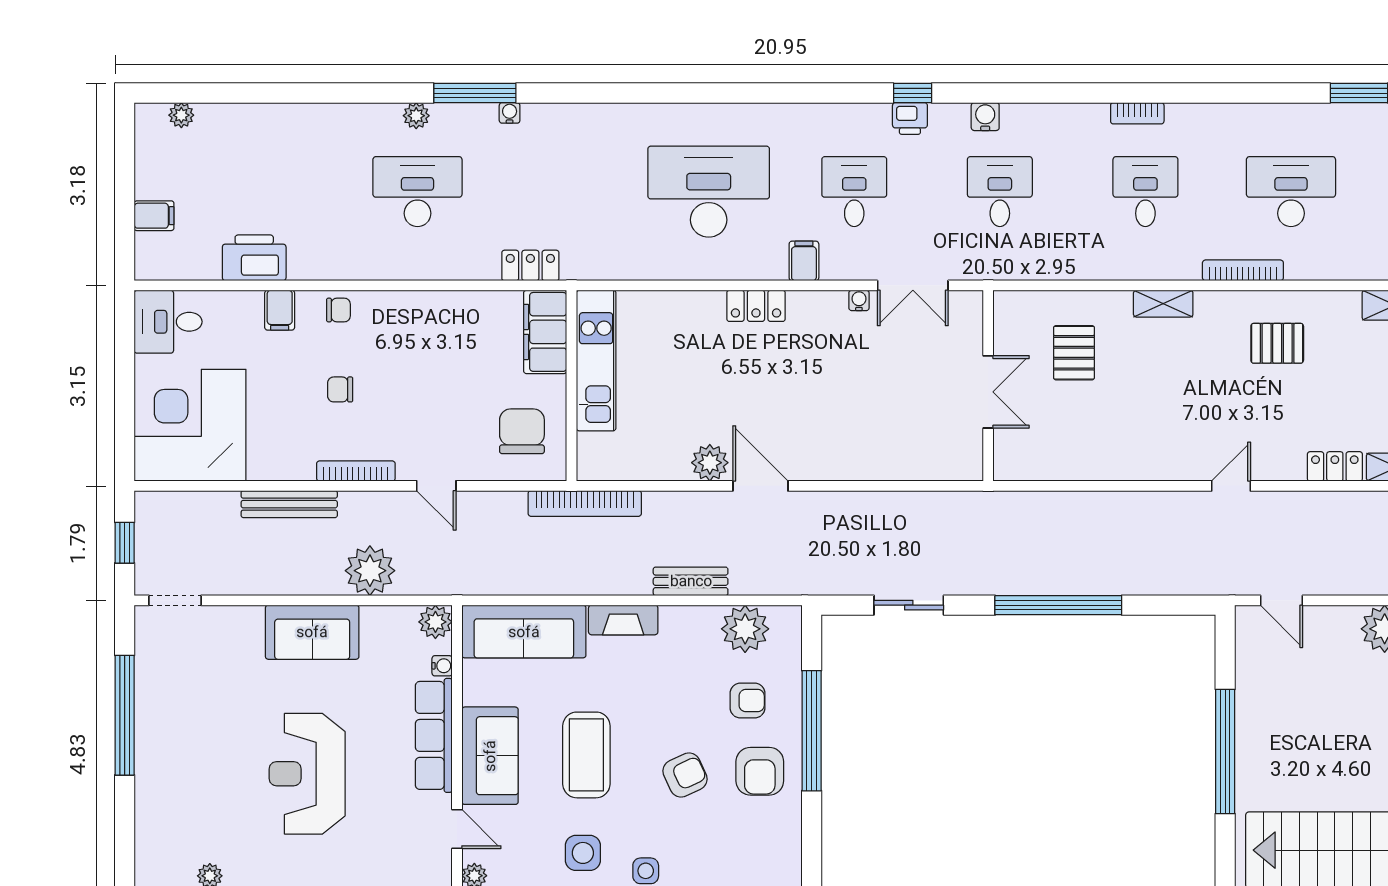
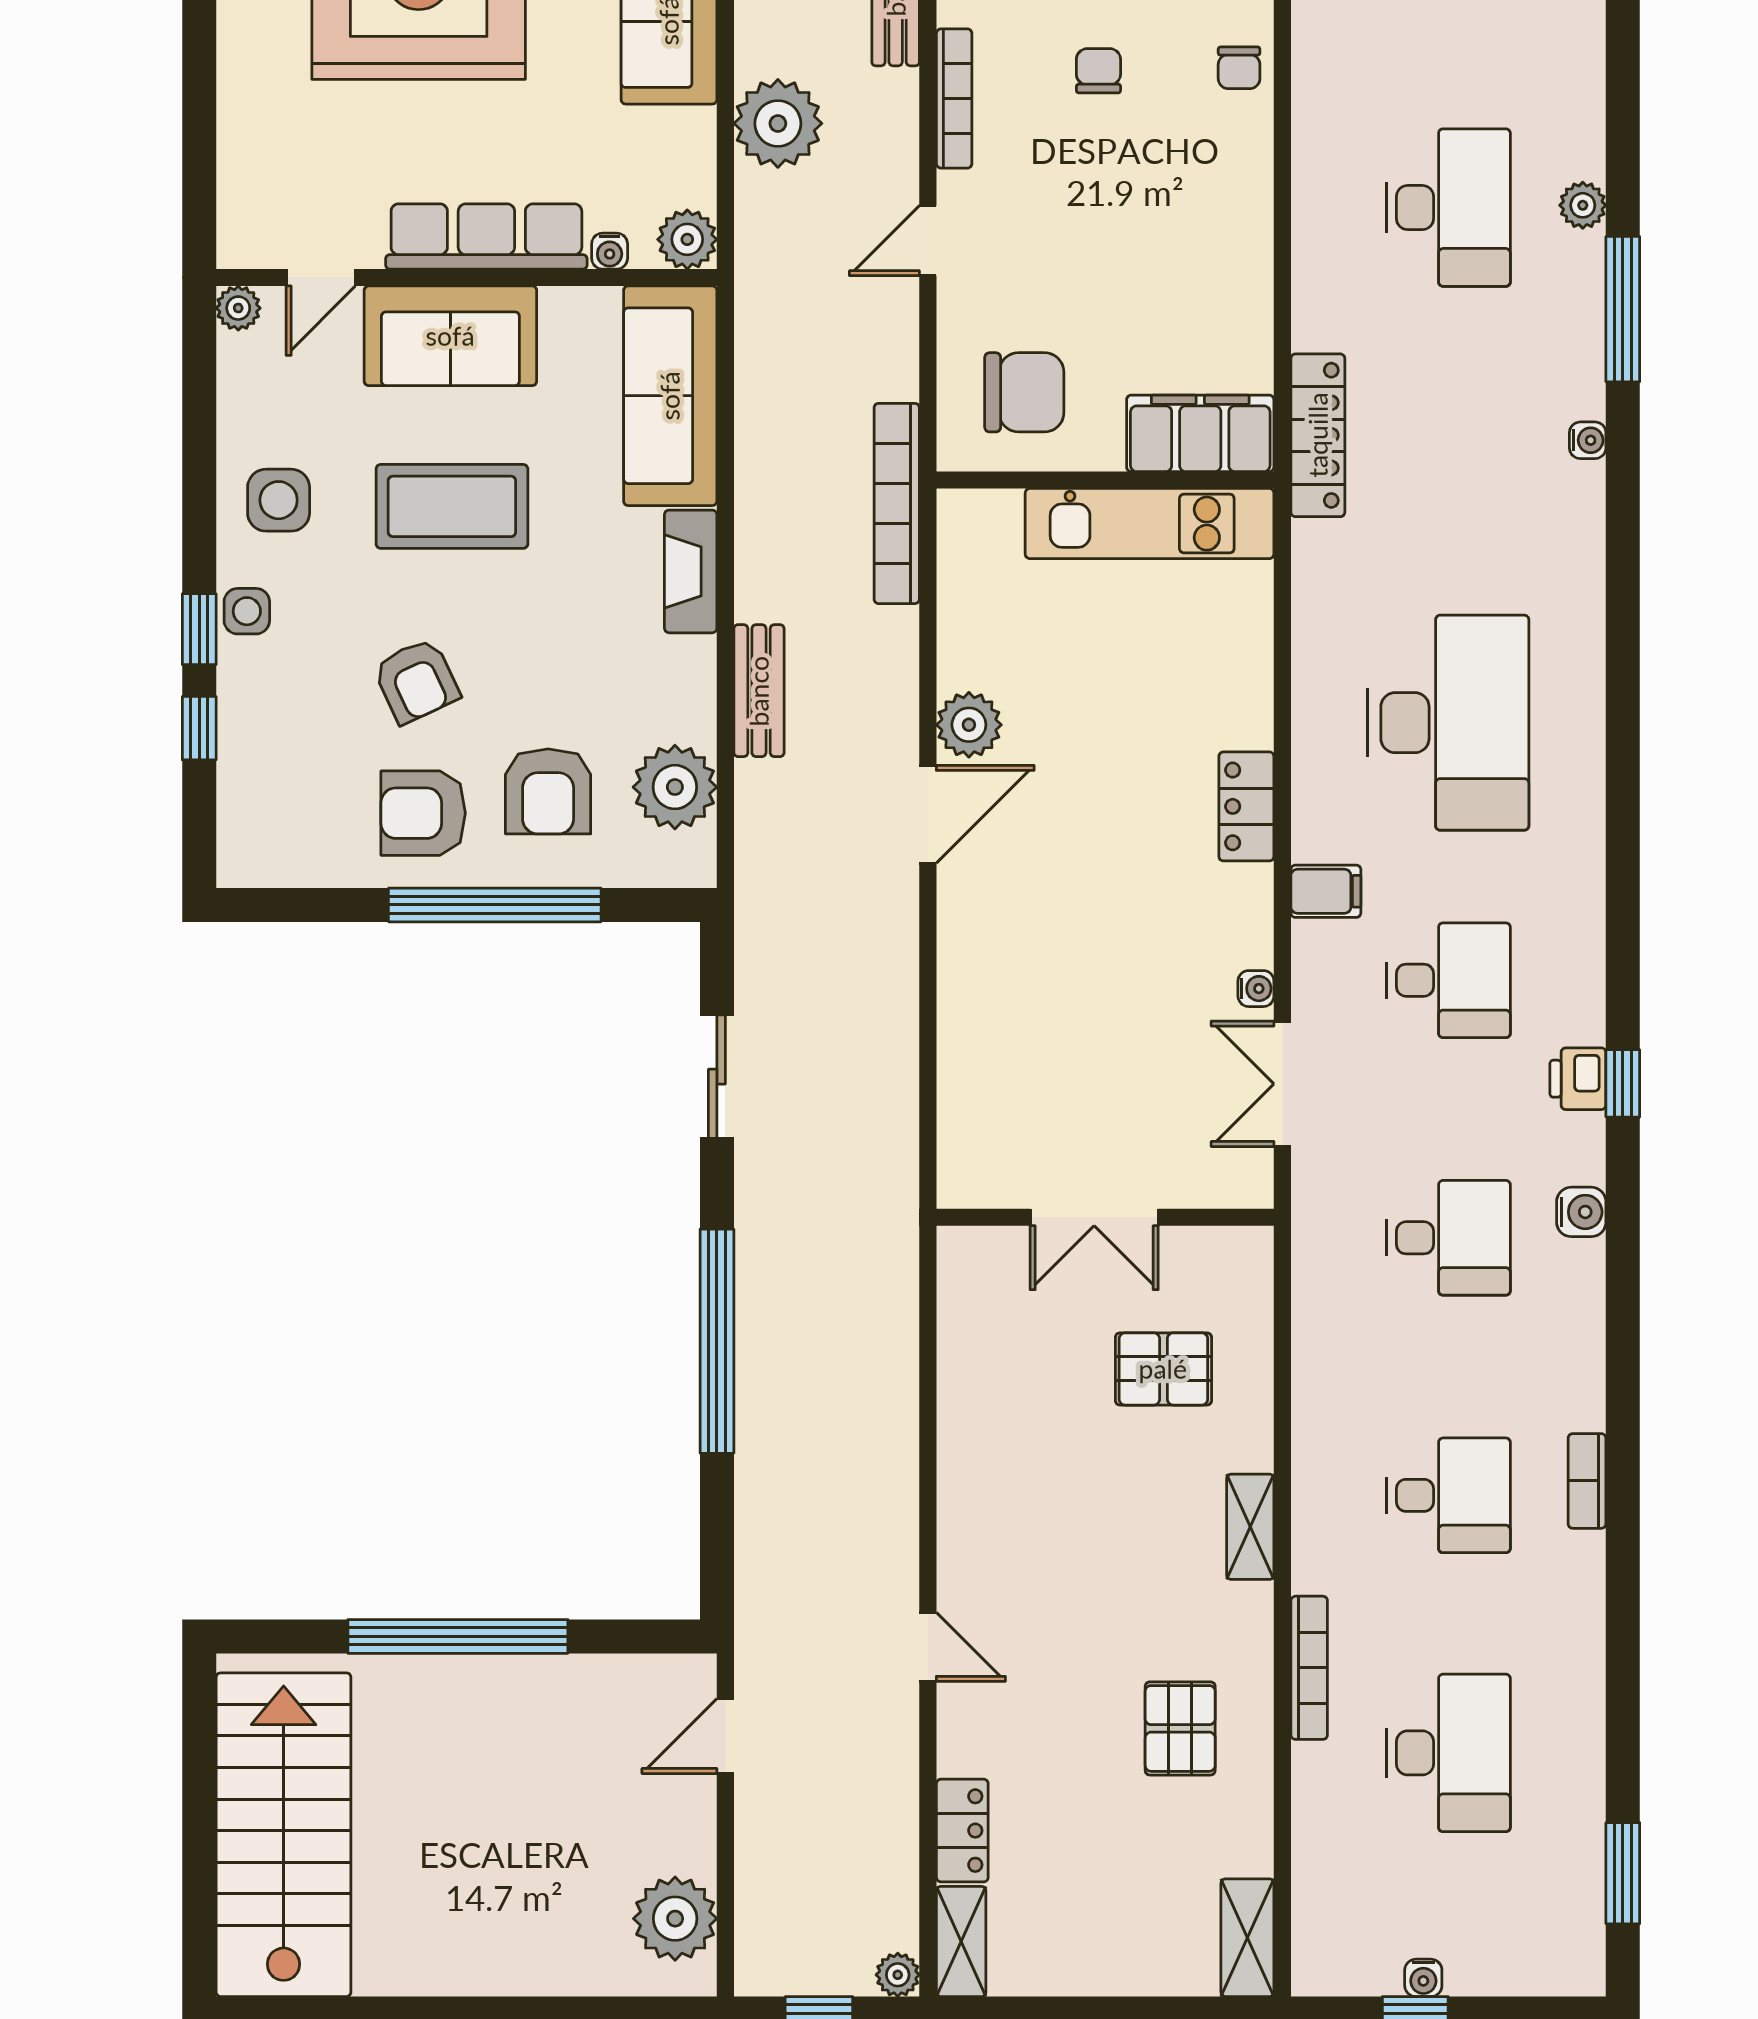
water cooler: (510, 113) -> (1588, 440), moved
locker: (530, 265) -> (1318, 435), width x1.53
armchair: (748, 701) -> (548, 791), width x1.38, depth x1.38

